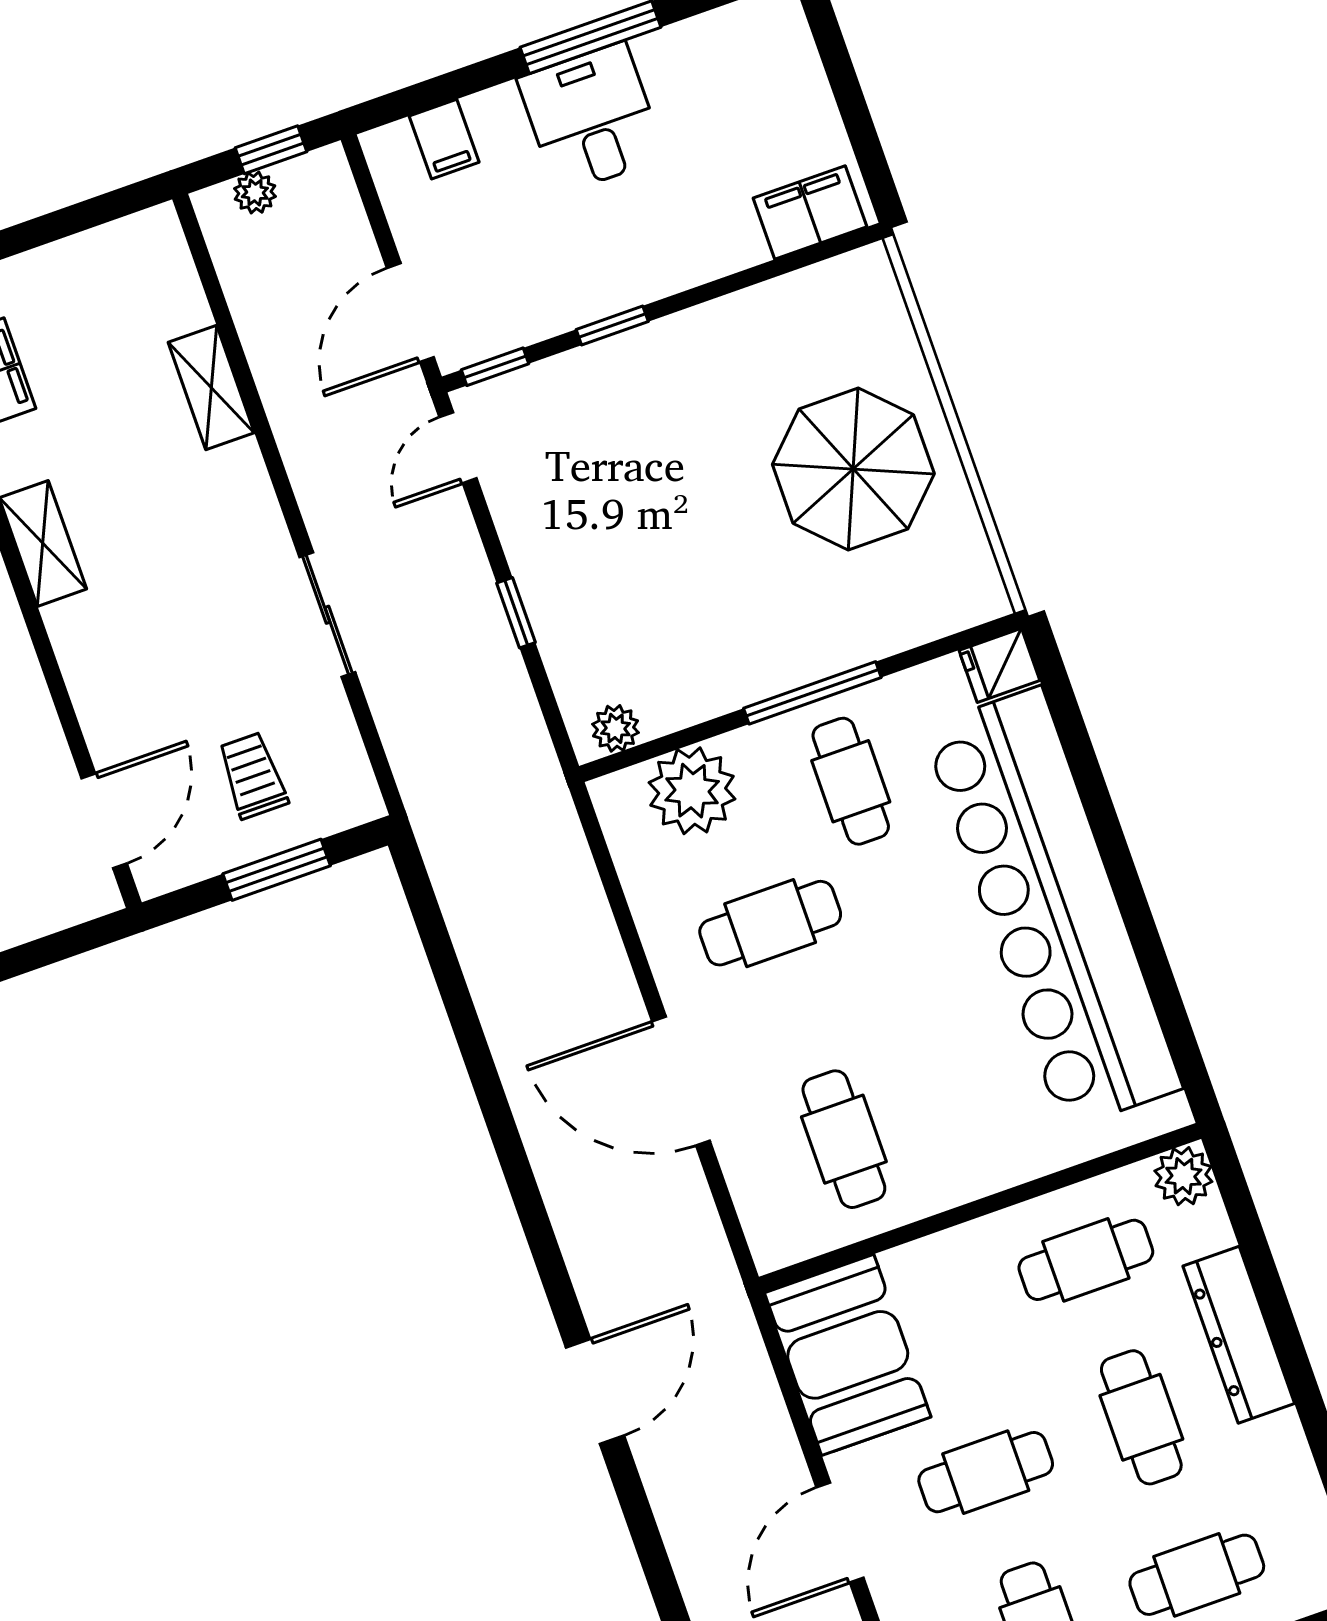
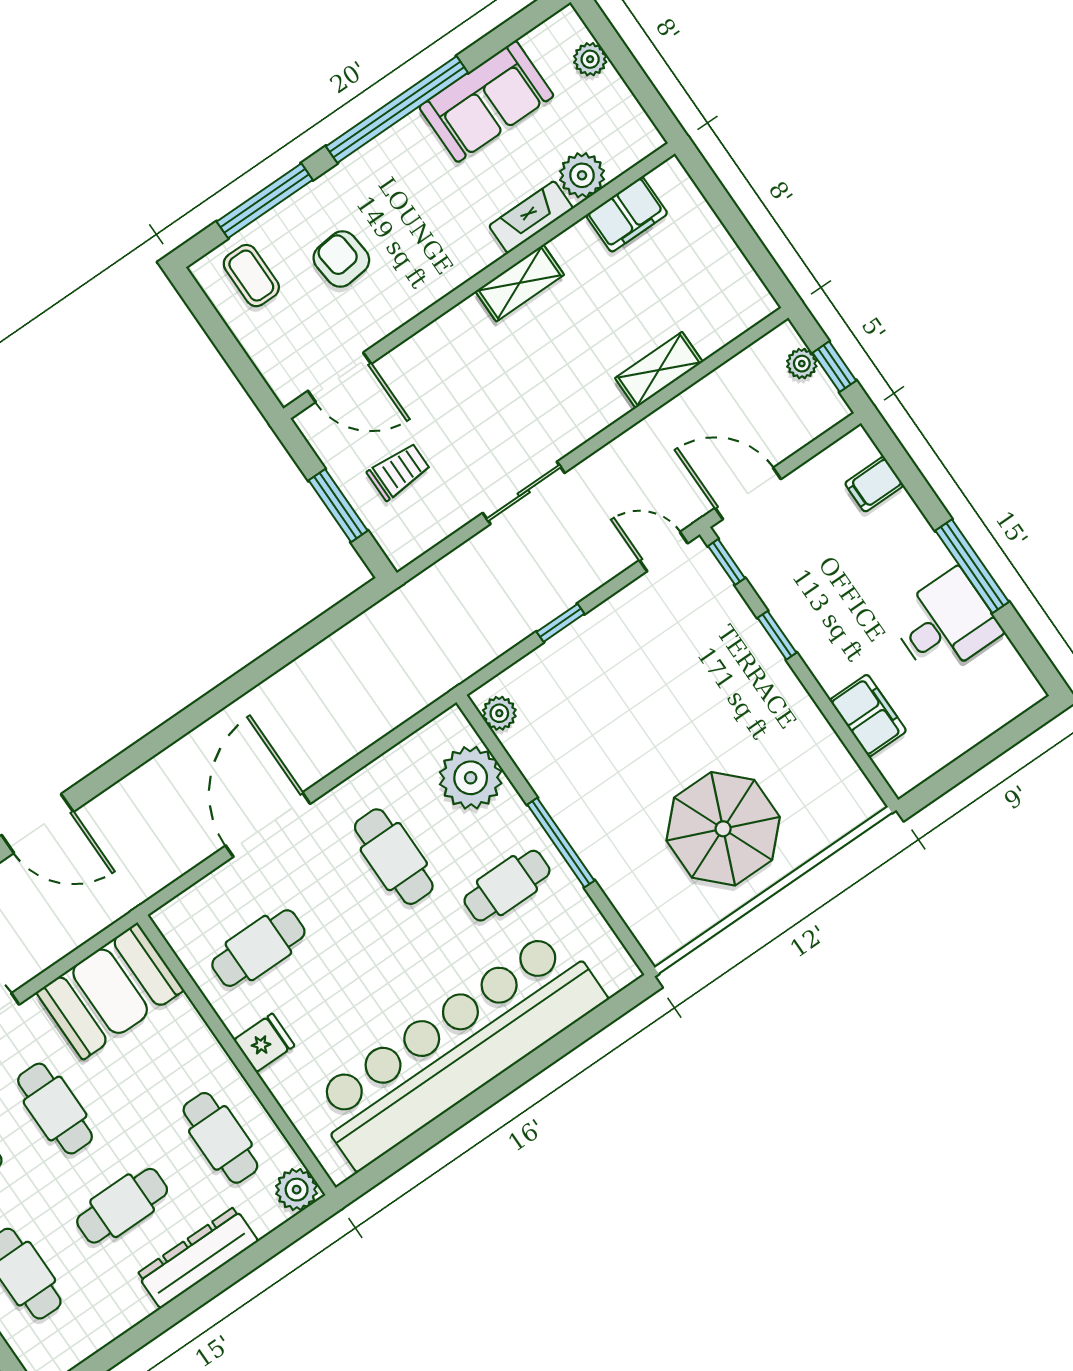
desk: (591, 118) -> (945, 624), moved
filing cabinet: (810, 212) -> (868, 716), moved
fridge: (999, 665) -> (264, 1043), moved, turned 90

